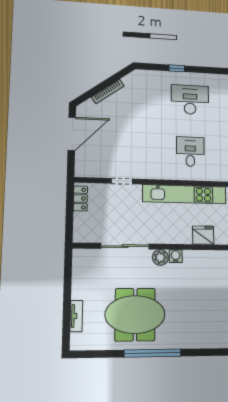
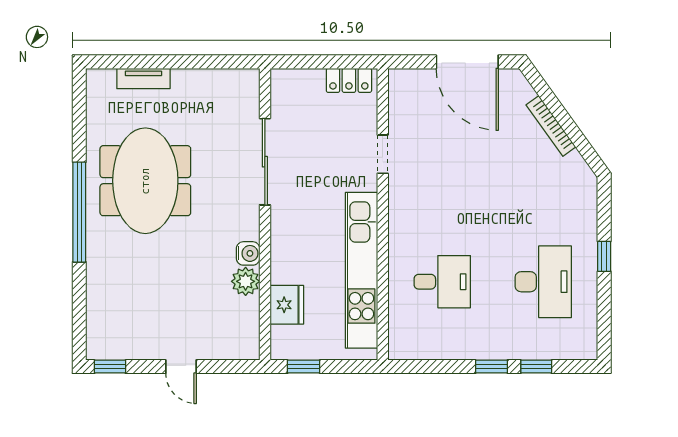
plant: (160, 257) -> (246, 281), moved

